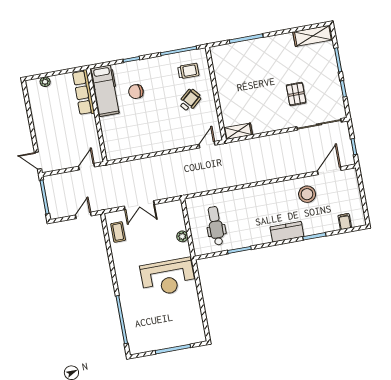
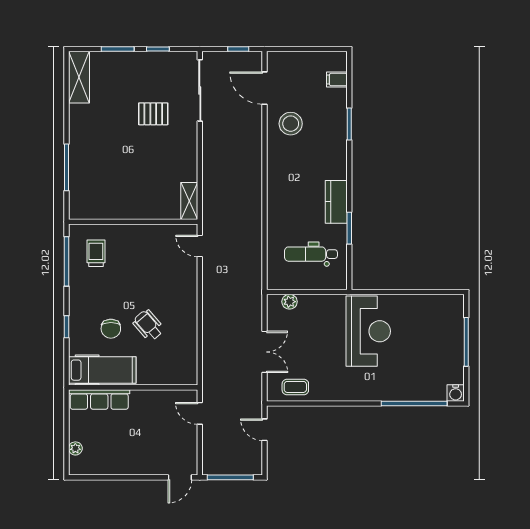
wheelchair: (190, 100) -> (148, 325), moved
kitchen counter: (287, 232) -> (336, 202), moved
plant: (182, 236) -> (290, 302), moved
water cooler: (135, 348) -> (456, 393), added

